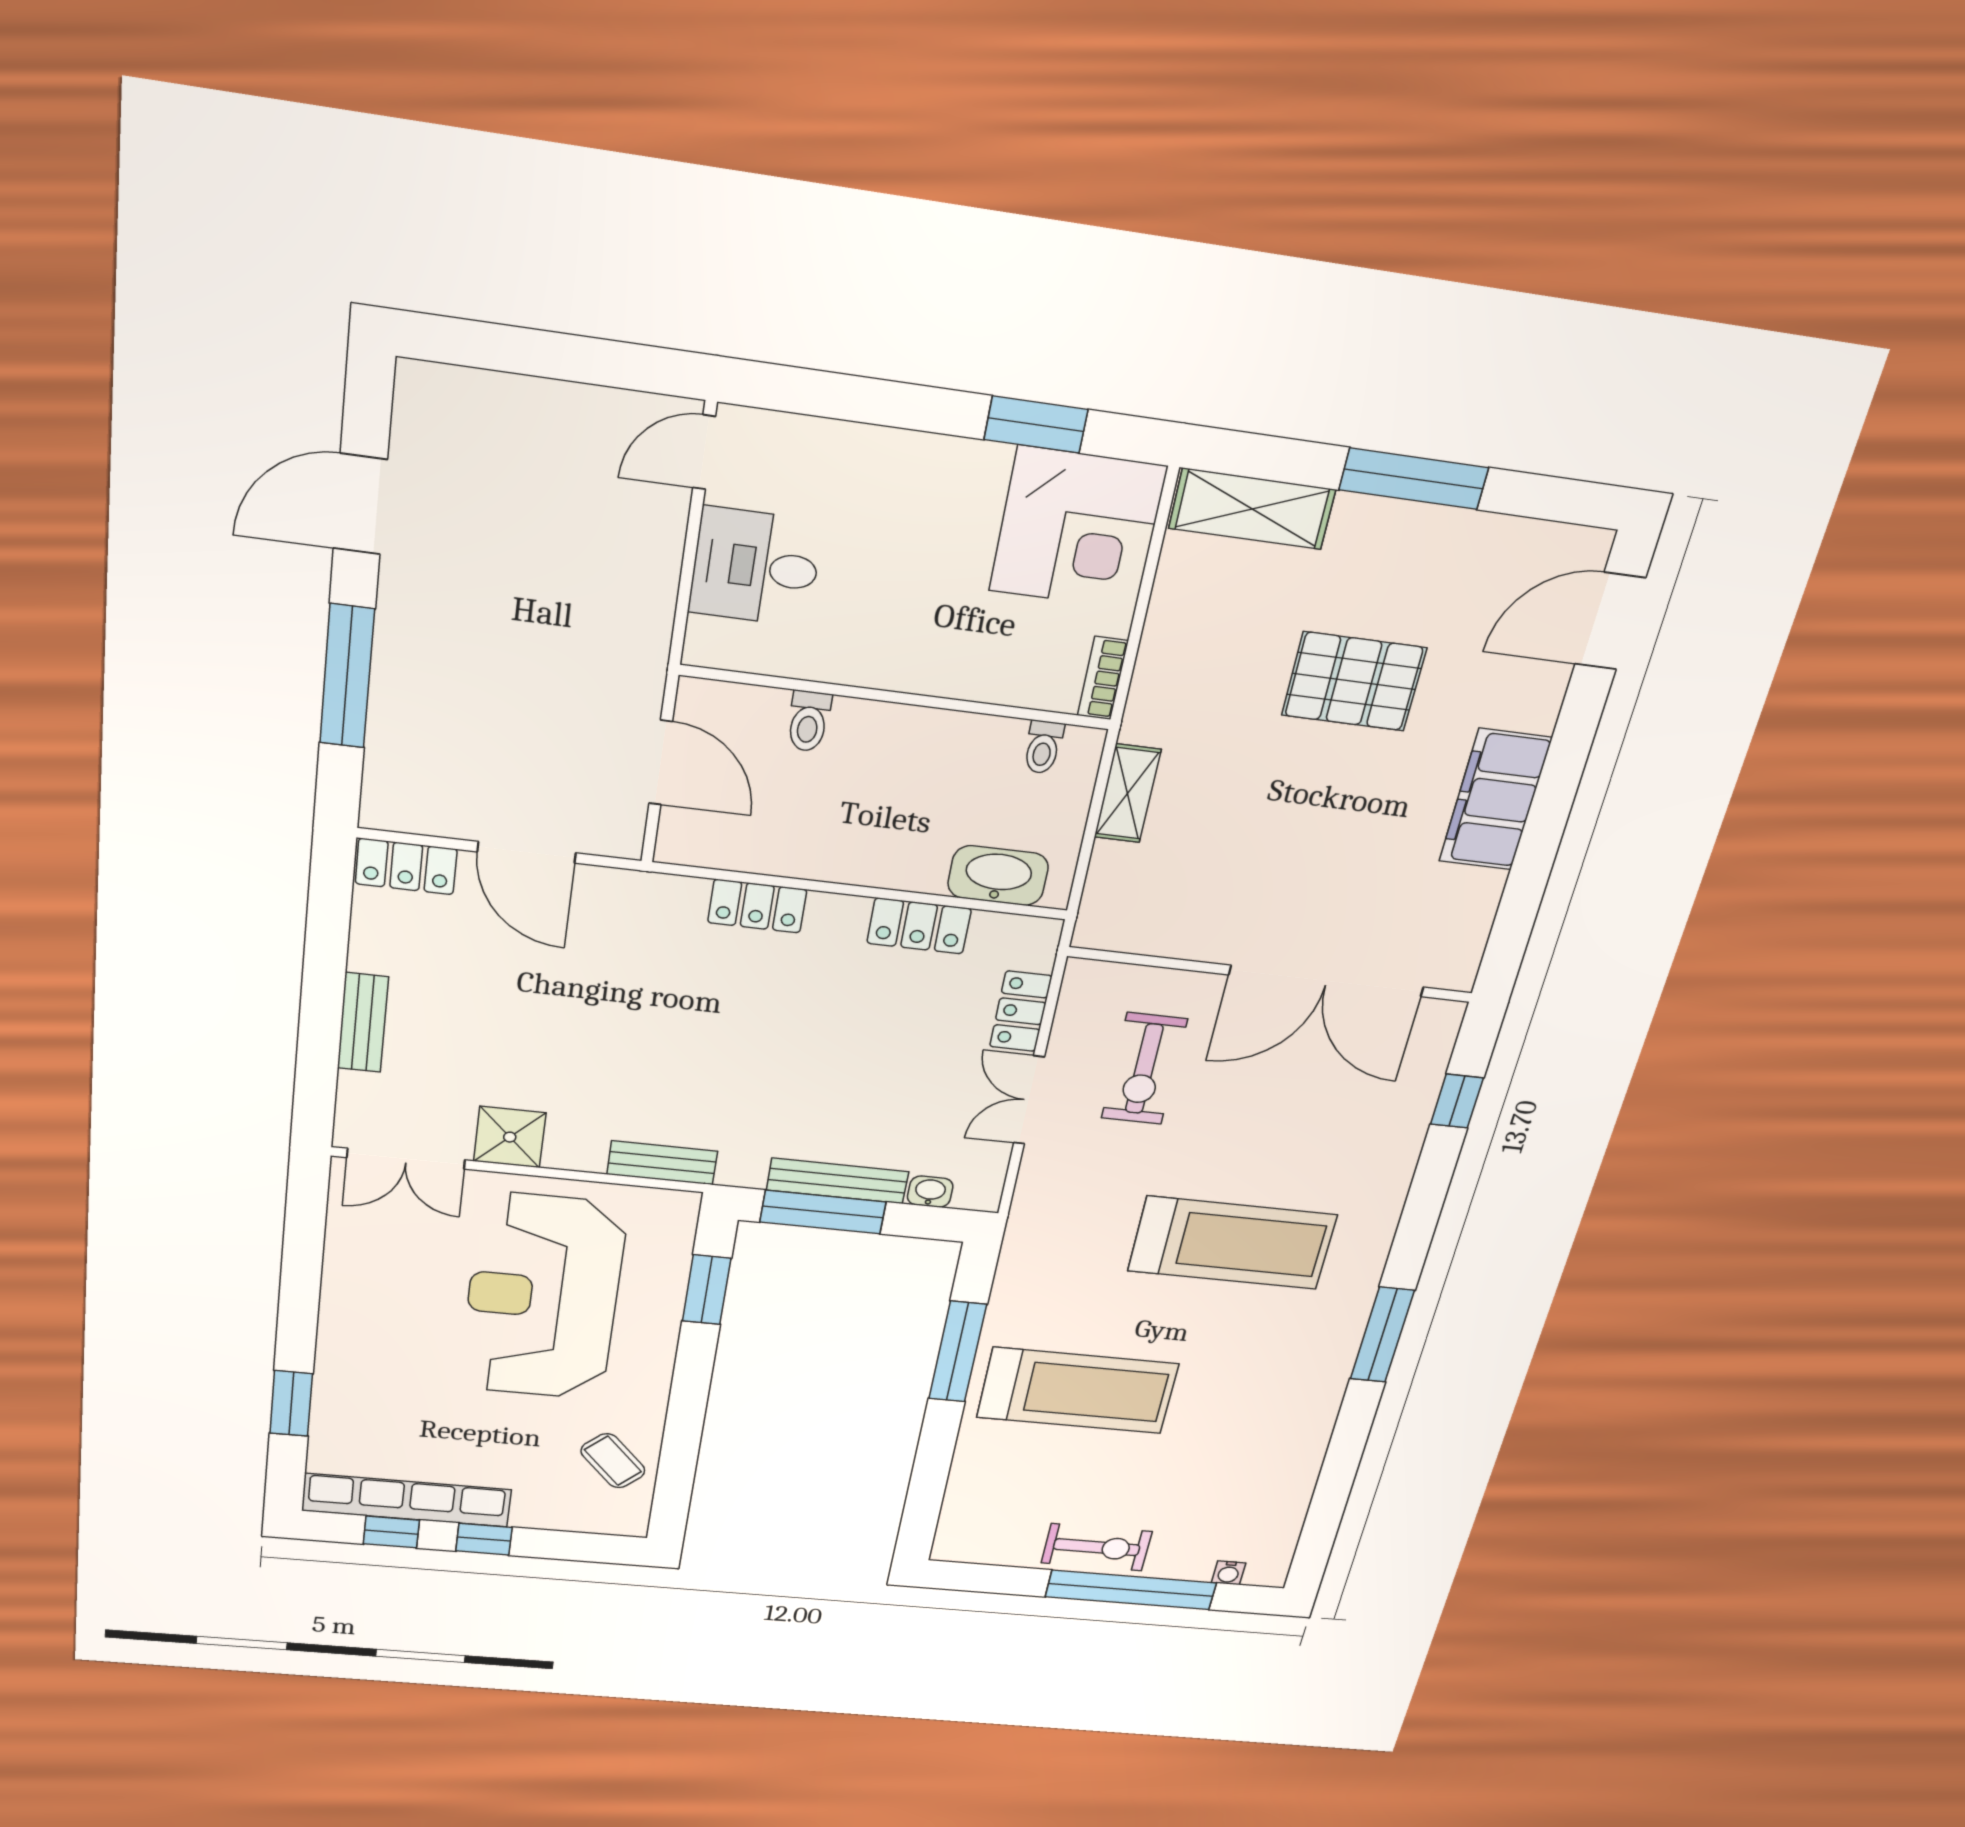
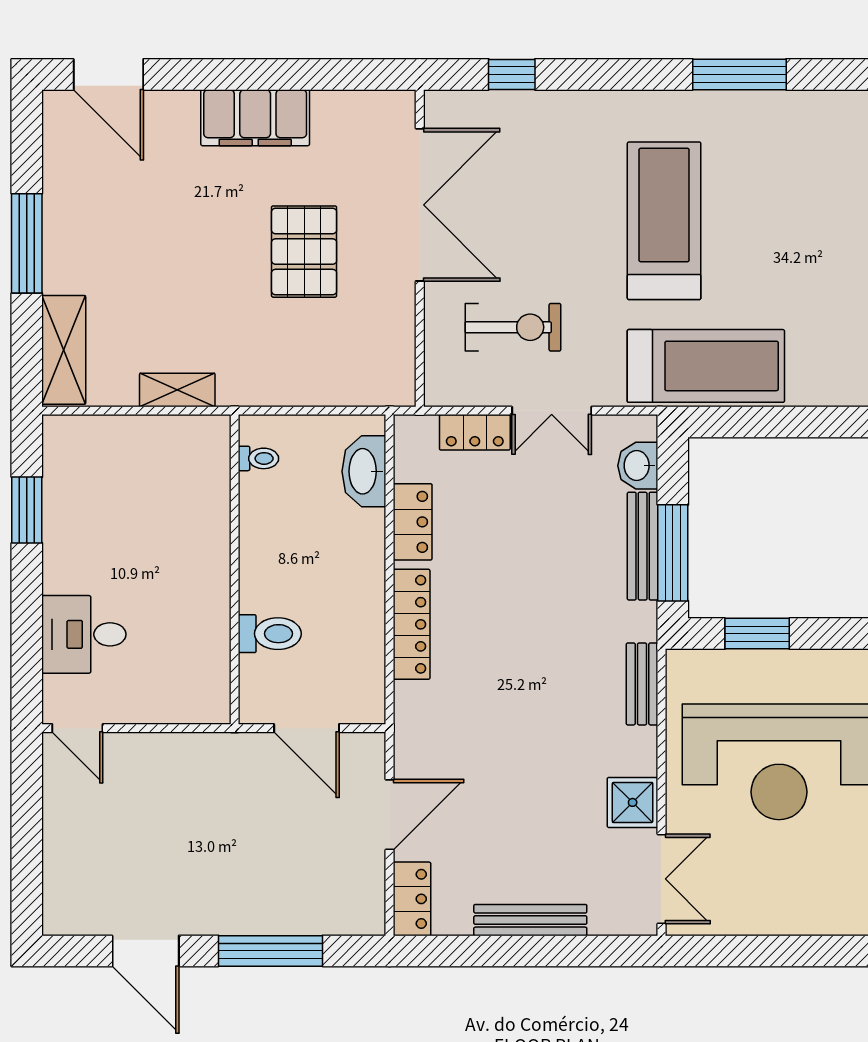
corner desk: (1078, 529) -> (94, 467), removed
desk: (756, 567) -> (84, 634), moved, turned 90
bookcase: (1103, 678) -> (200, 427), removed
pallet: (1354, 681) -> (304, 252), moved
toilet: (809, 721) -> (270, 634), width x1.37, depth x1.39
door: (661, 763) -> (307, 728), swing flipped
shelving: (1127, 793) -> (177, 390), moved
locker: (757, 906) -> (412, 624), width x1.53
bench: (363, 1023) -> (530, 920), width x1.36
washbasin: (930, 1192) -> (638, 466), width x1.38, depth x1.45
window: (958, 1352) -> (796, 422), removed
treadmill: (1078, 1391) -> (706, 366), moved, turned 90

